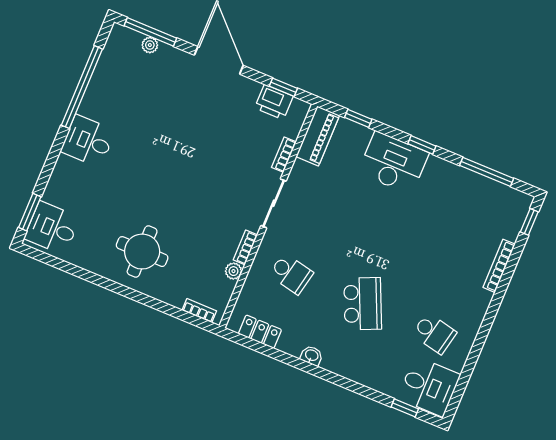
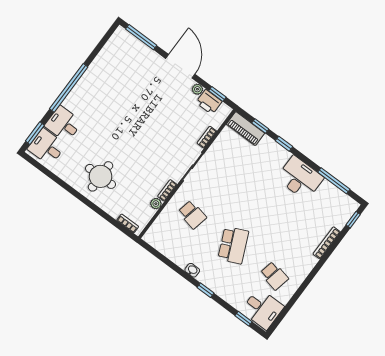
plant: (150, 45) -> (197, 89), moved
window: (82, 87) -> (69, 88), moved
piano: (318, 136) -> (246, 129), moved, turned 90
desk: (88, 141) -> (63, 124), moved
window: (422, 145) -> (284, 144), moved
desk: (393, 163) -> (300, 178), moved
locker: (260, 332) -> (163, 247), removed
window: (338, 380) -> (205, 290), added

